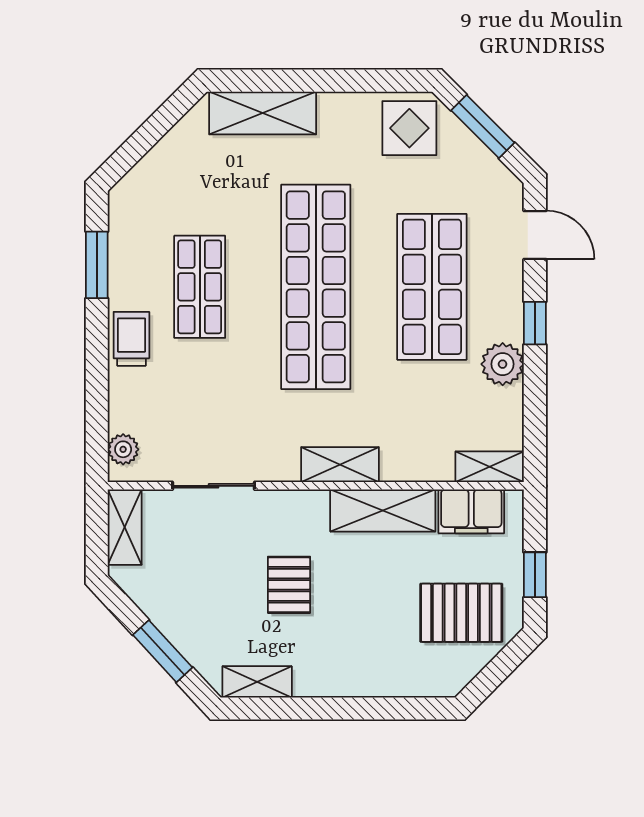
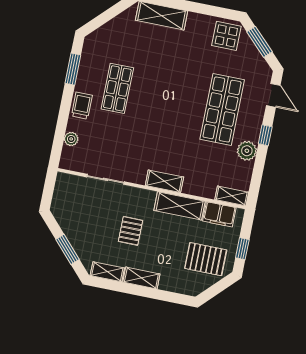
shop shelf: (316, 287) -> (170, 99), removed
plant: (123, 449) -> (71, 139), moved
shelving: (125, 527) -> (141, 278), moved, turned 90

